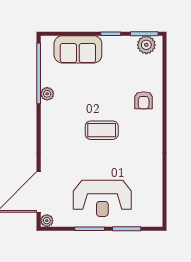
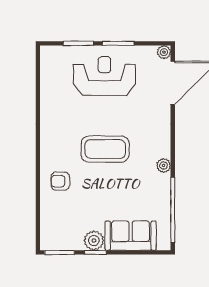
plant: (146, 45) -> (94, 241), moved
plant: (47, 94) -> (164, 165), moved
armchair: (144, 100) -> (60, 181), turned -90
coffee table: (102, 130) -> (105, 149), width x1.36, depth x1.32

